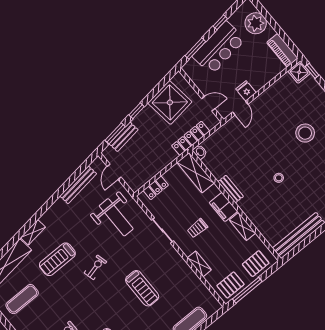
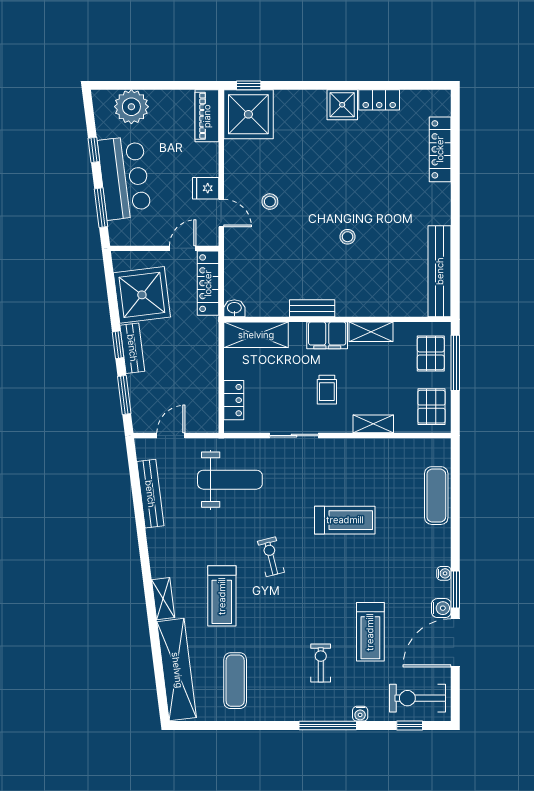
piano: (282, 50) -> (207, 116), moved, turned 90
shower: (299, 72) -> (248, 114), width x1.86, depth x1.86
stool: (305, 133) -> (270, 202), moved, width x0.53, depth x0.53
bench: (124, 137) -> (132, 348), moved
locker: (191, 138) -> (208, 283), moved
door: (114, 172) -> (171, 436), swing flipped
window: (247, 290) -> (455, 363), moved

